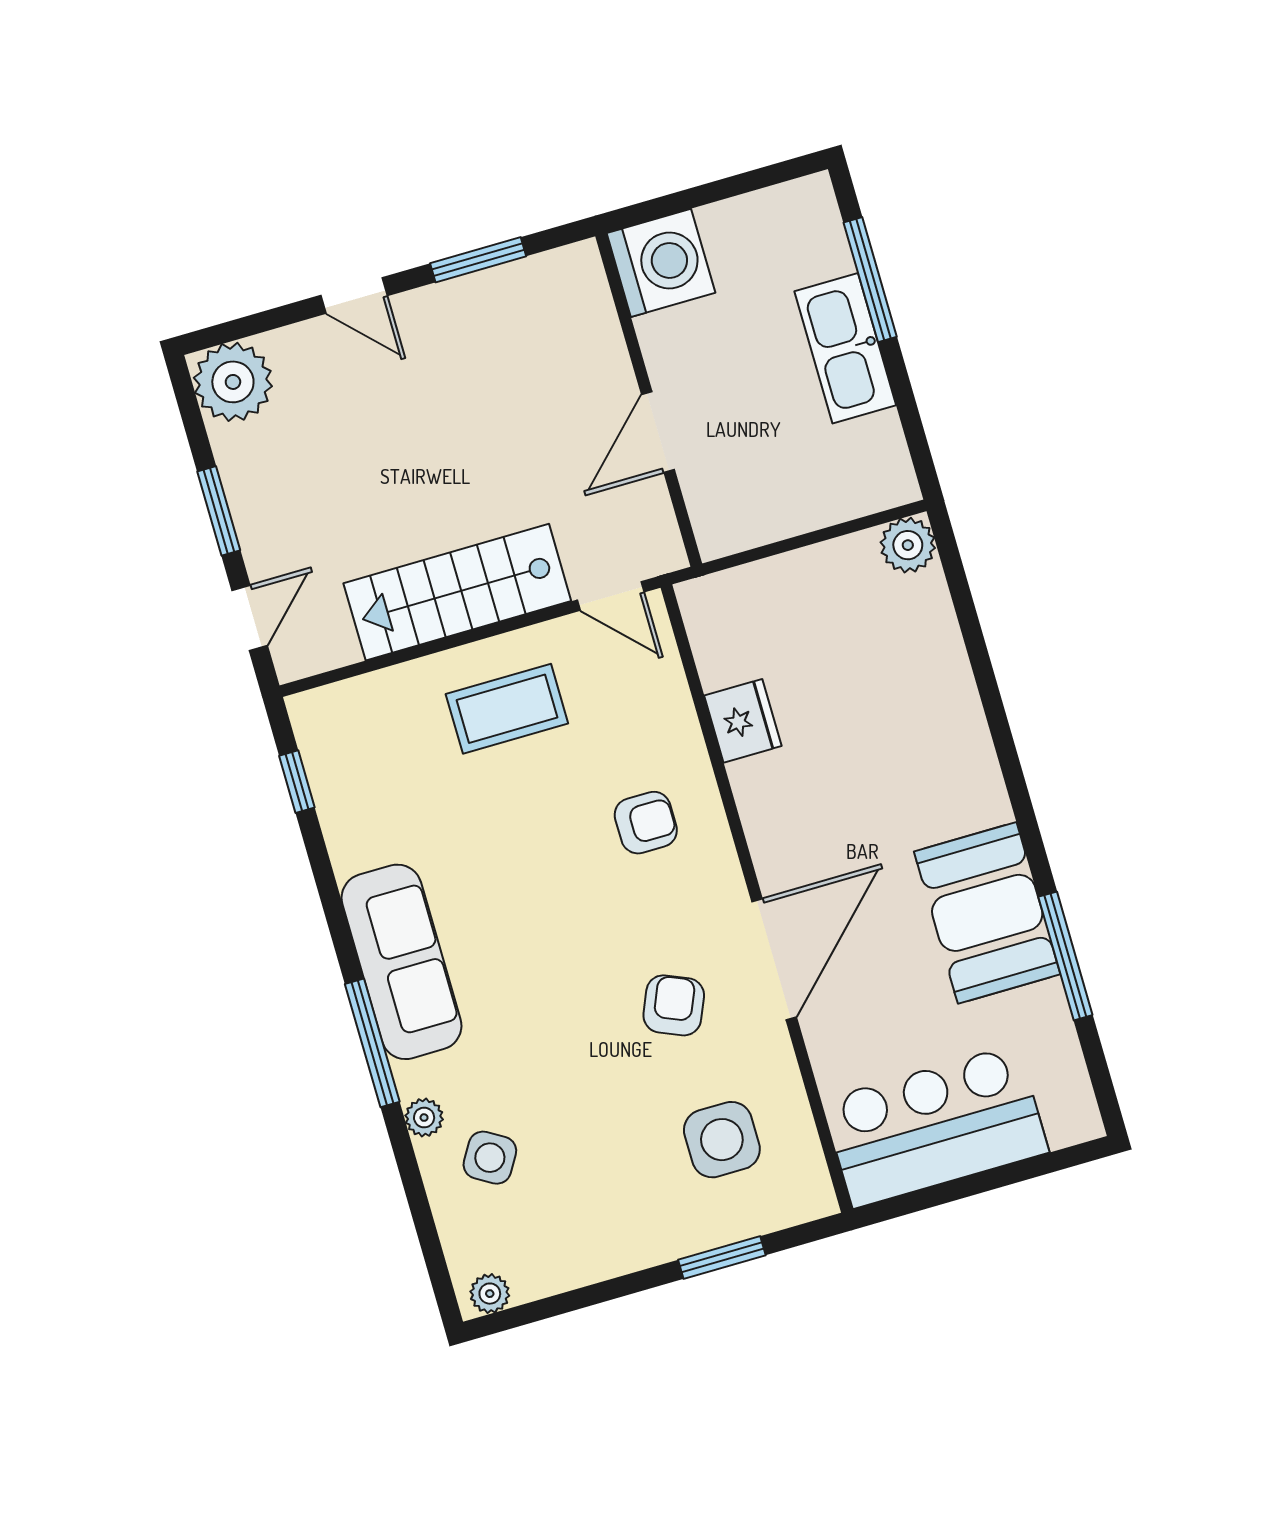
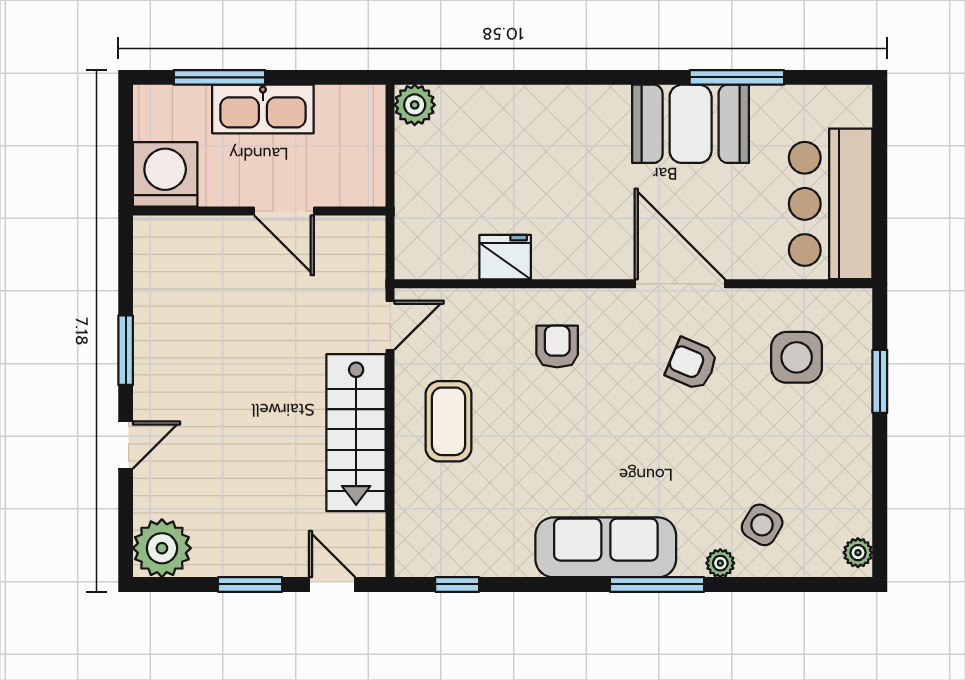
washing machine: (661, 263) -> (165, 174), moved
wall: (649, 400) -> (259, 211), moved
door: (658, 432) -> (284, 211), moved

